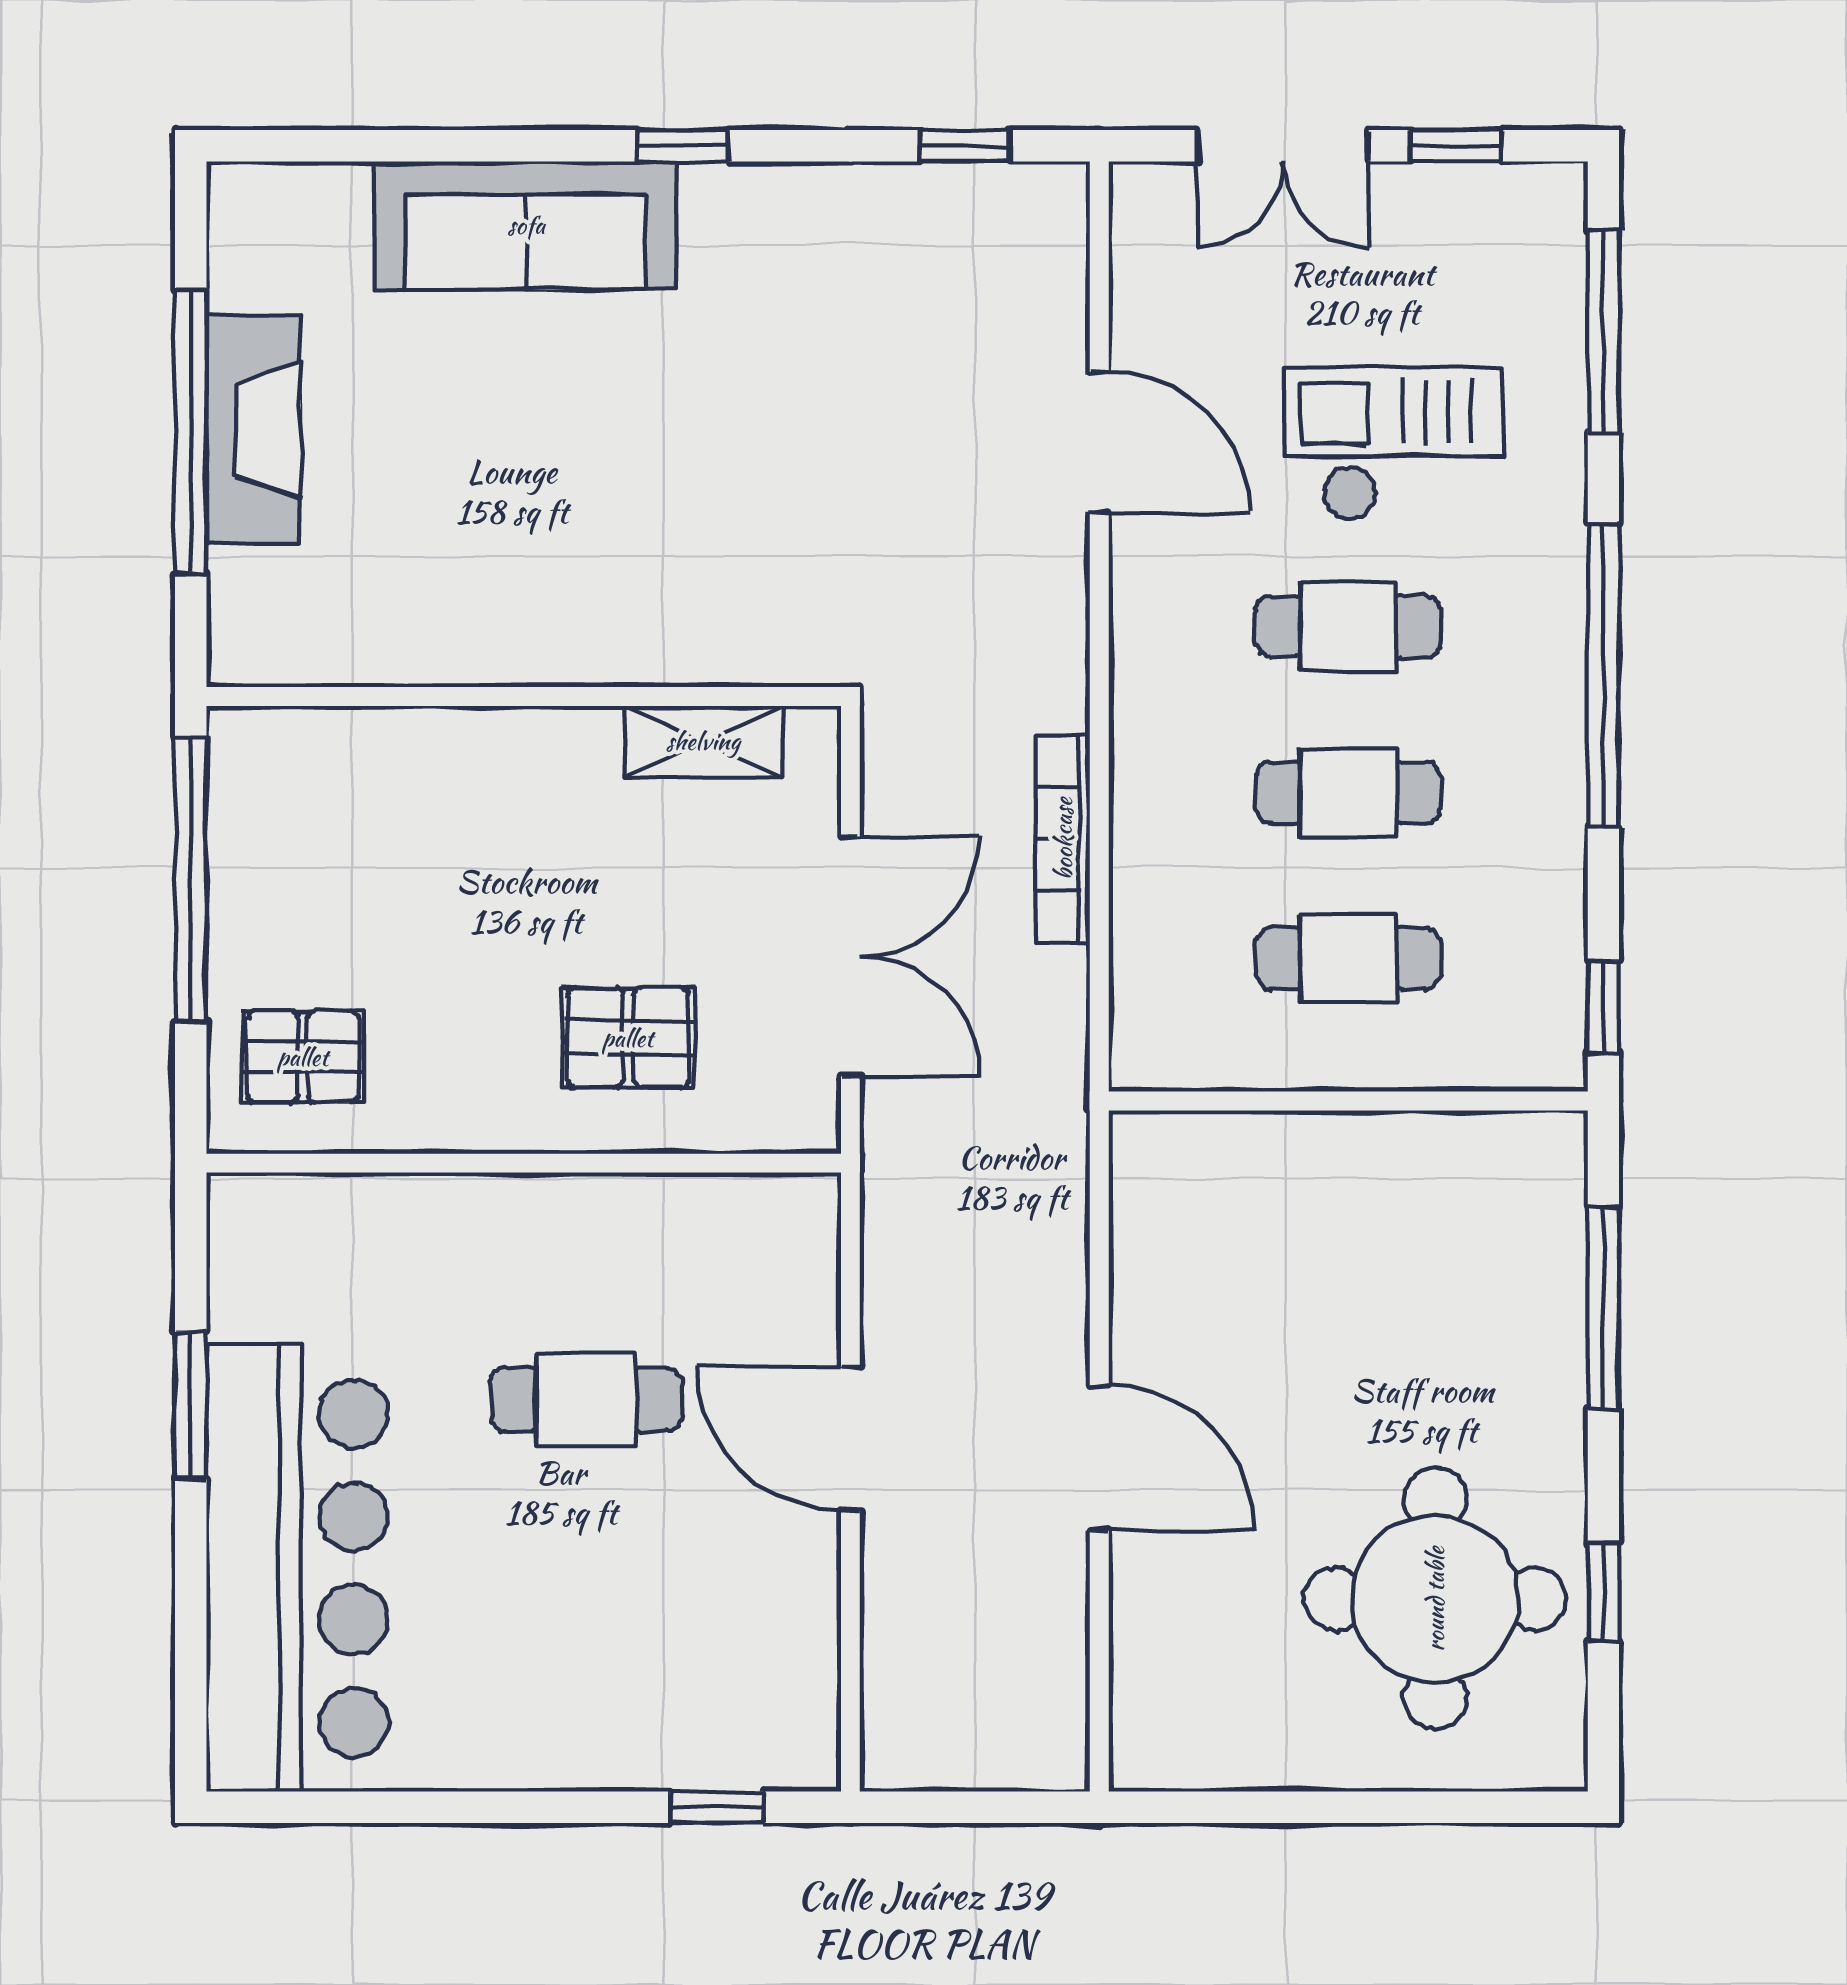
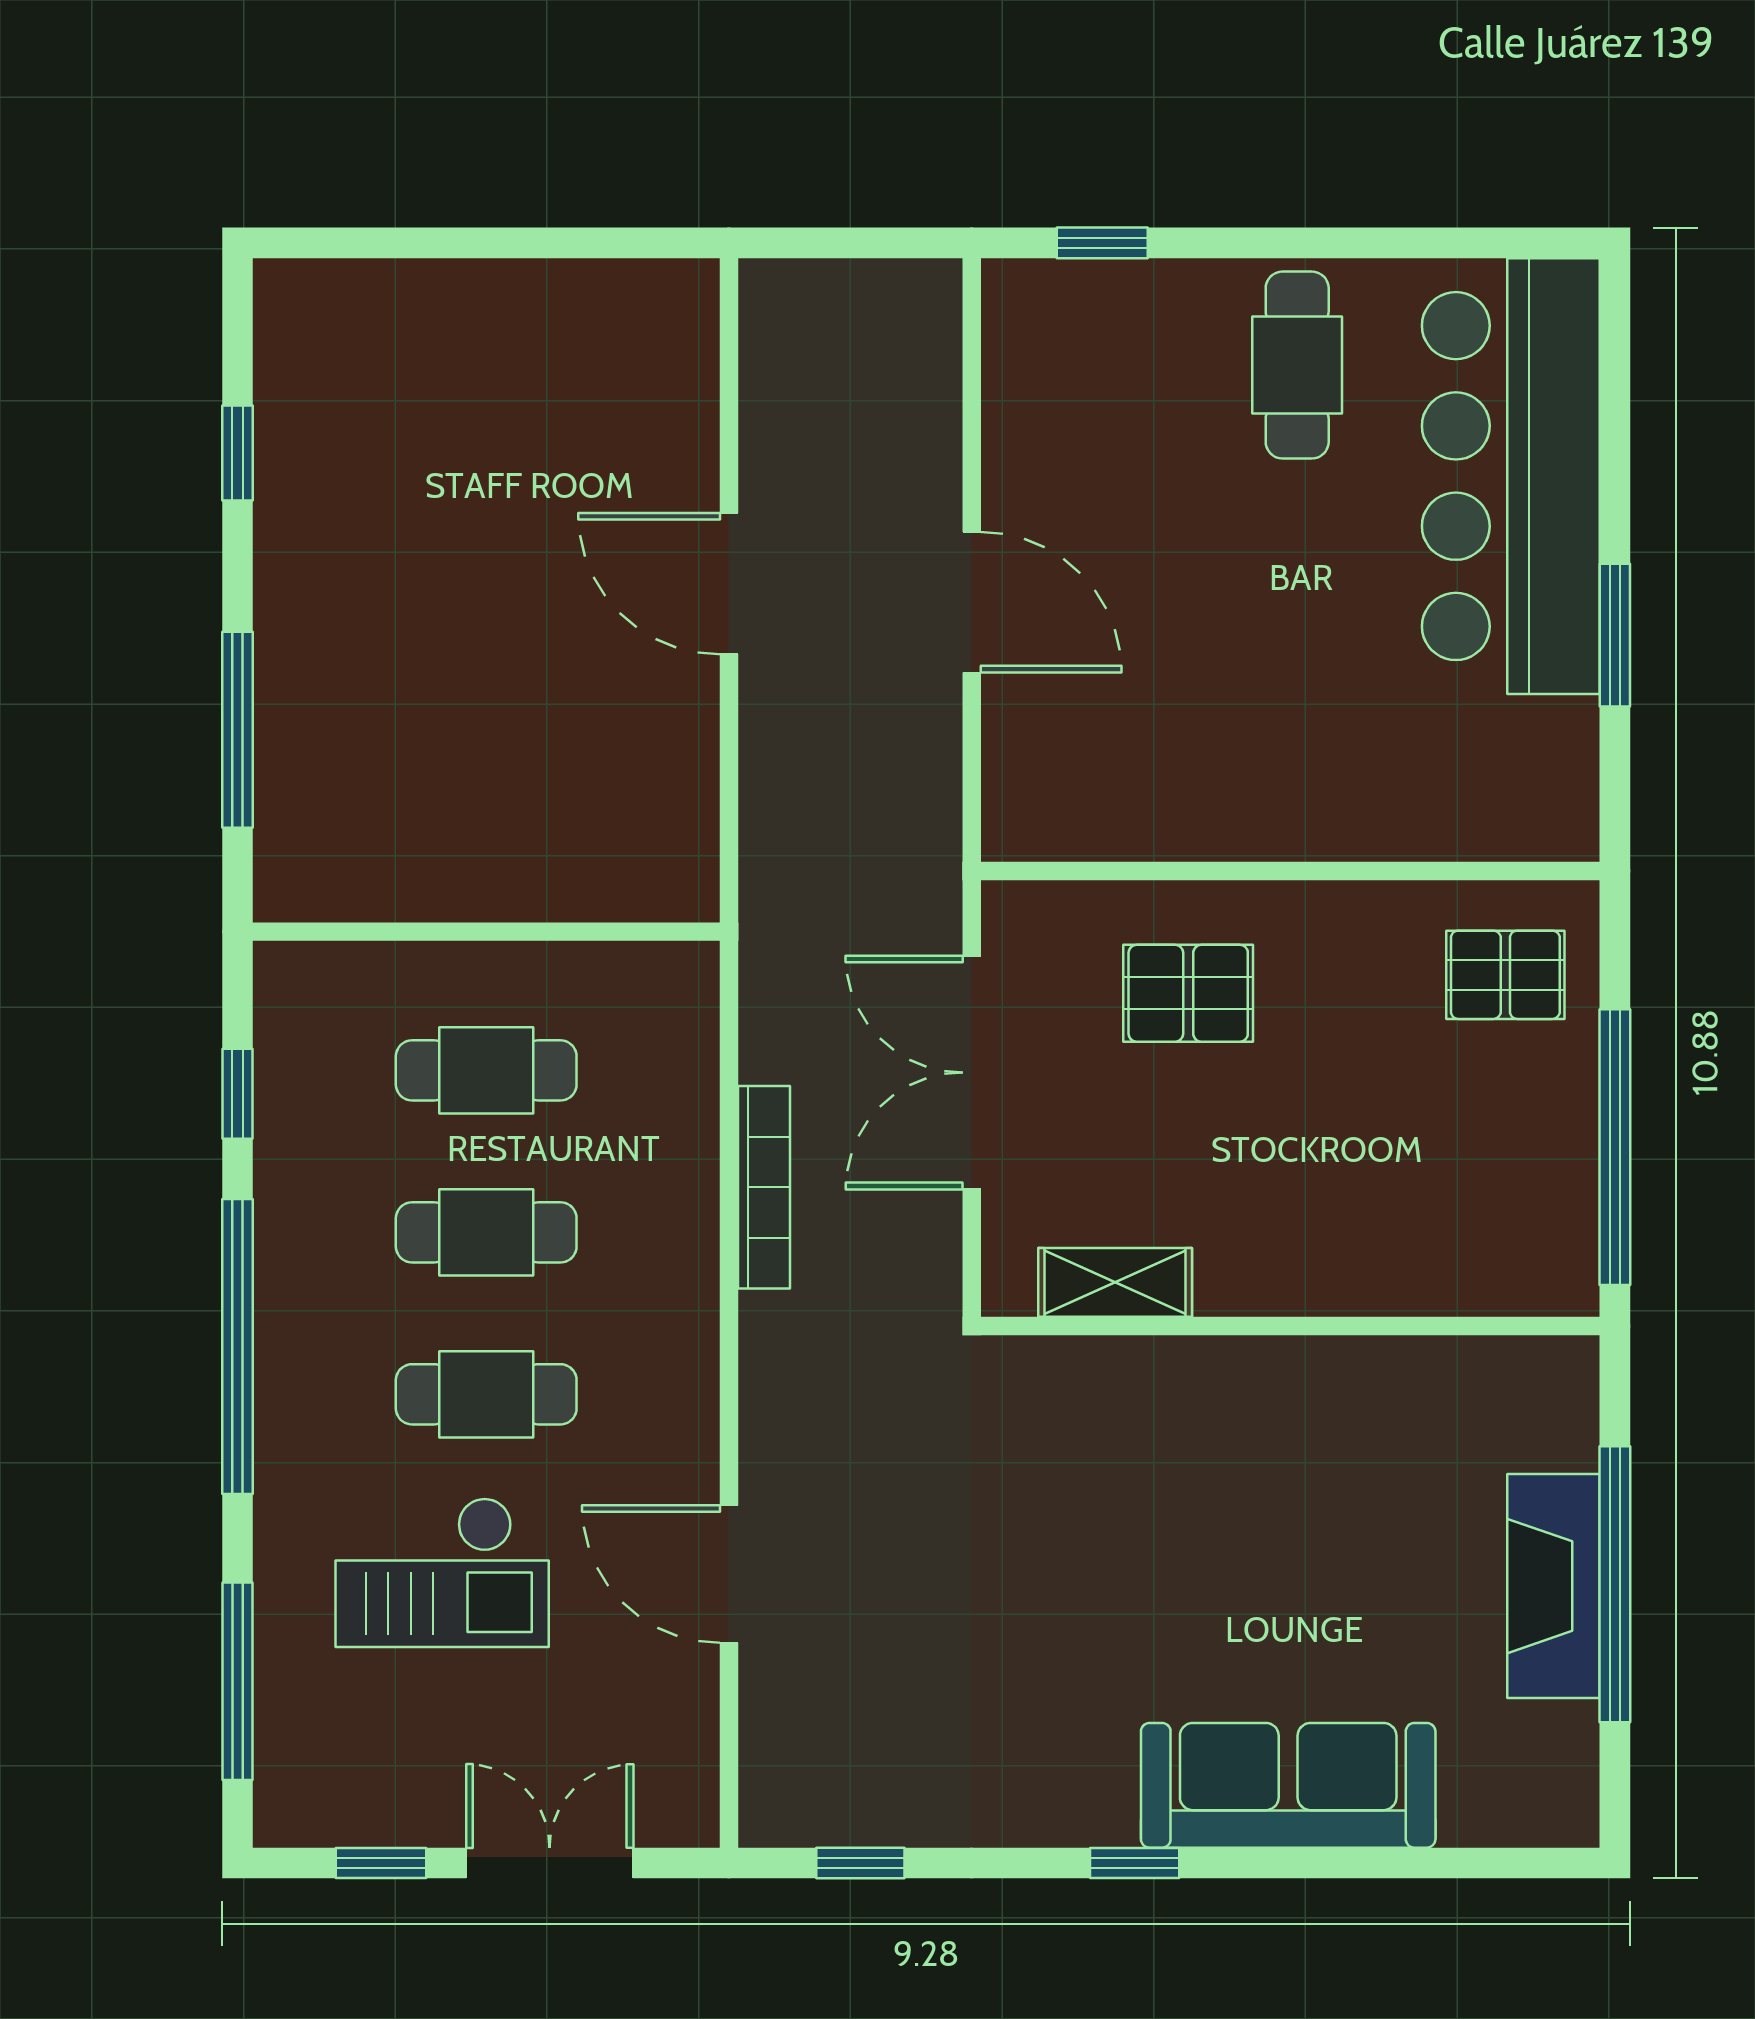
window: (1603, 1007) -> (237, 1094), moved
cafe table: (586, 1400) -> (1297, 365), moved, turned 90
round table: (1435, 1599) -> (402, 446), removed

